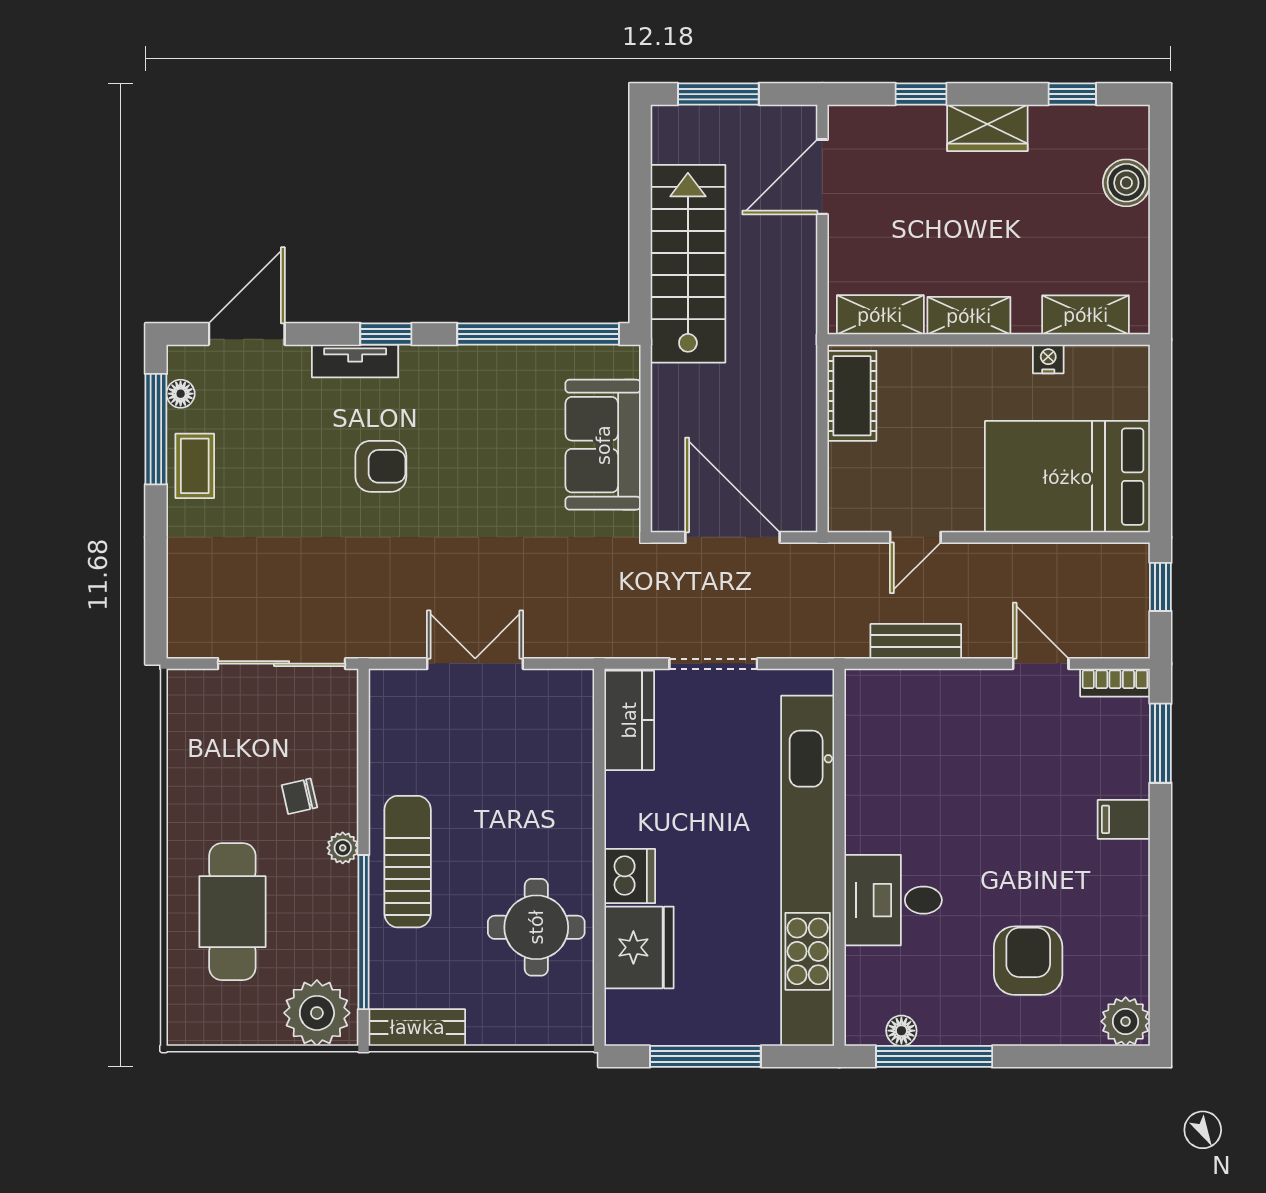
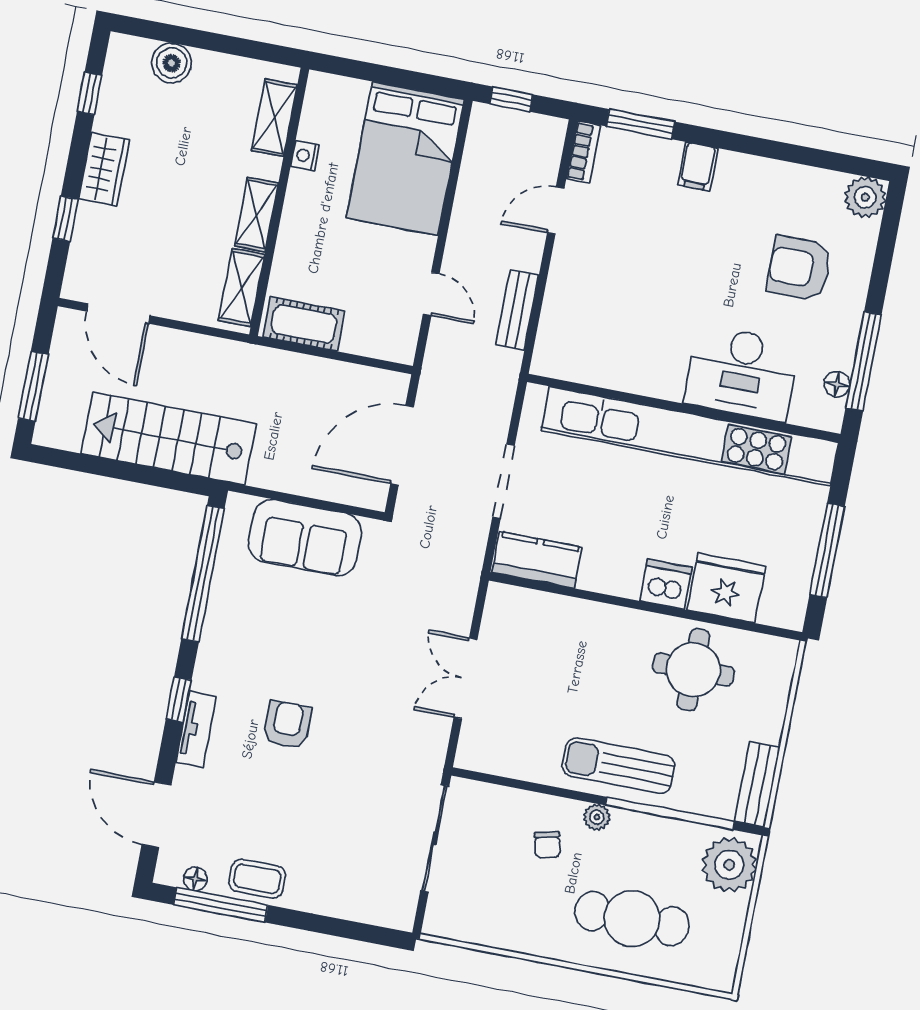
desk: (893, 900) -> (742, 373), width x1.37

